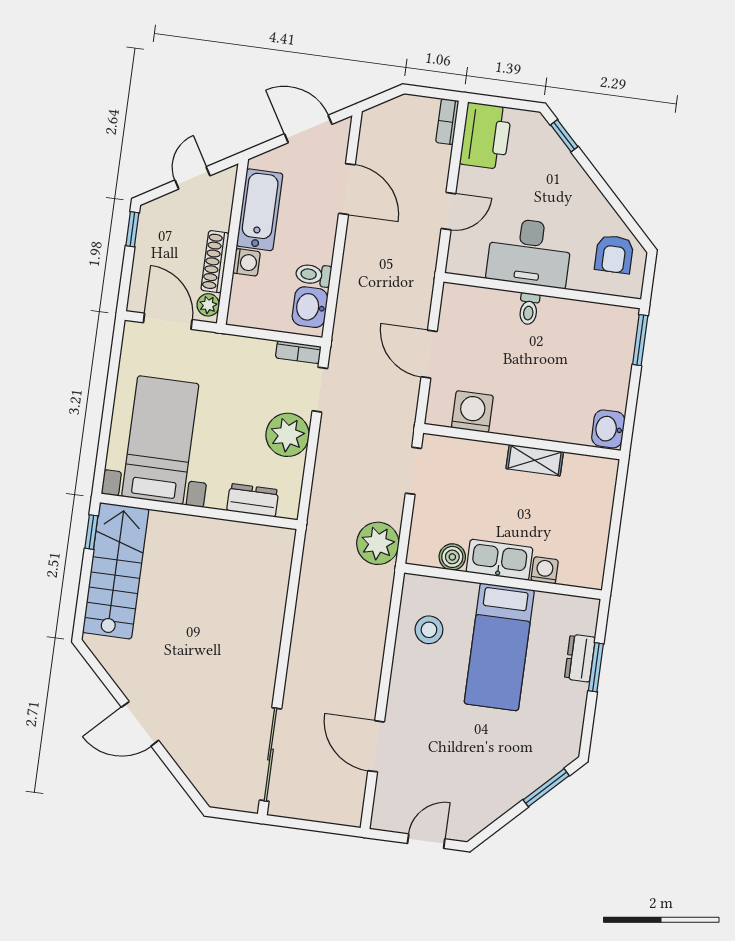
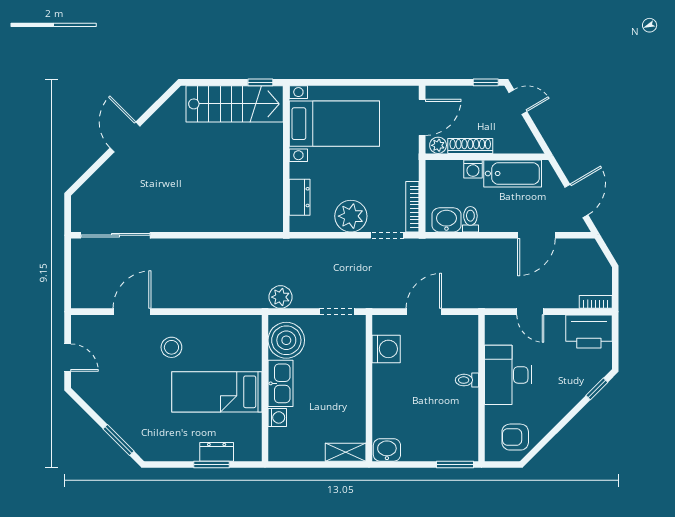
door: (192, 178) -> (518, 102), moved
bookcase: (298, 352) -> (412, 207), width x1.56
shelving: (535, 460) -> (346, 452), moved, turned 90
plant: (378, 543) -> (281, 297), width x0.73, depth x0.73
boiler: (452, 557) -> (286, 340), width x1.86, depth x1.86
stool: (429, 630) -> (171, 347), moved

